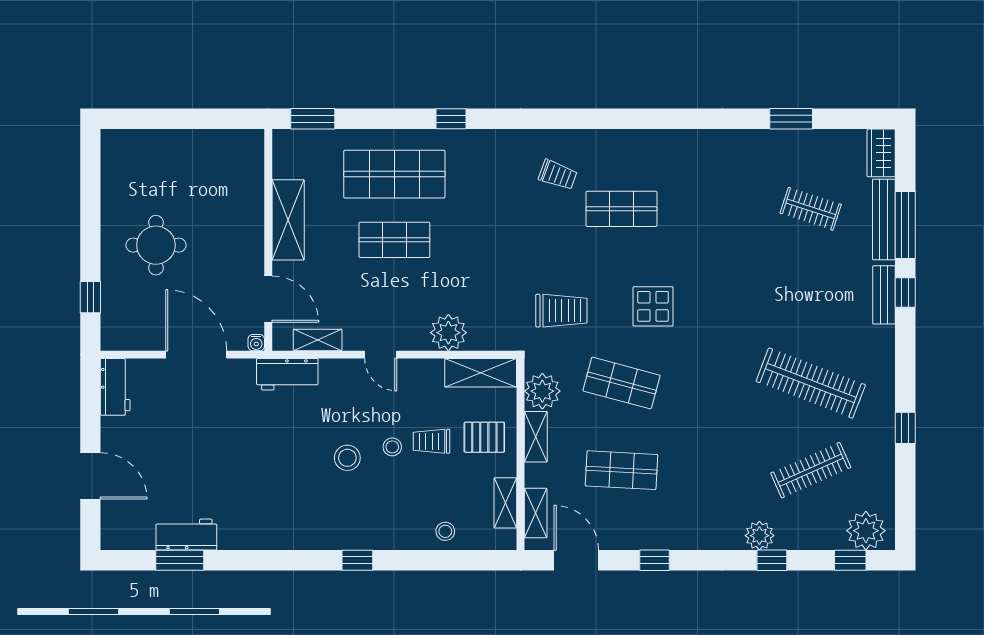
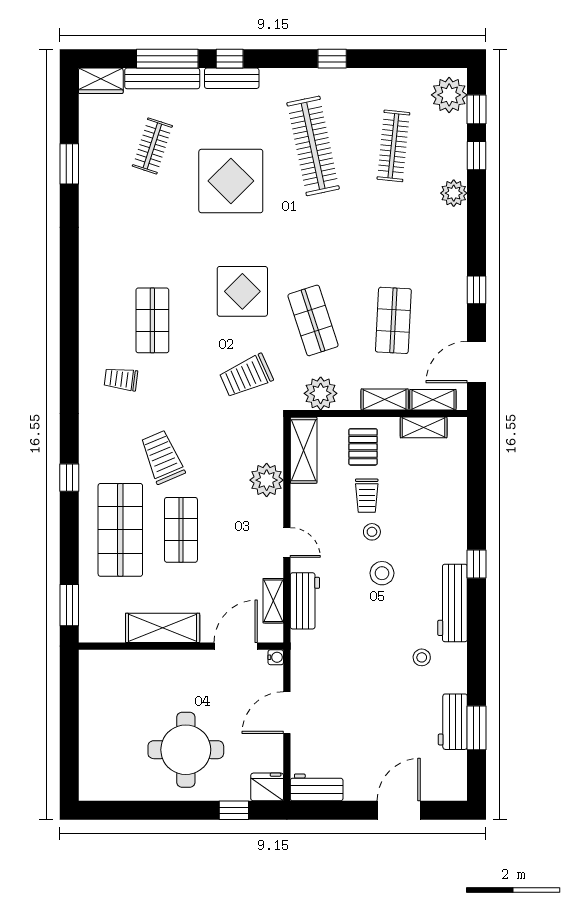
trolley: (558, 175) -> (121, 379), turned -103
trolley: (473, 220) -> (162, 457), added
round table: (156, 245) -> (186, 750), width x1.36, depth x1.36
display table: (773, 294) -> (231, 181), added
display table: (653, 306) -> (242, 291), width x1.36, depth x1.36
trolley: (561, 311) -> (246, 376), turned -114
fridge: (116, 333) -> (267, 787), added
door: (196, 355) -> (287, 713), width x0.73
door: (381, 355) -> (287, 542), hinge flipped
workbench: (287, 374) -> (305, 601), moved
shop shelf: (621, 383) -> (313, 320), turned -33
clothes rail: (811, 383) -> (313, 146), turned -33
window: (905, 428) -> (332, 59), moved
shelving: (536, 437) -> (385, 399), moved
clothes rail: (811, 470) -> (393, 146), turned 30
stool: (445, 531) -> (422, 657), moved
workbench: (315, 534) -> (453, 603), added
window: (772, 560) -> (476, 156), moved

